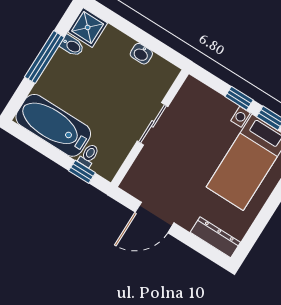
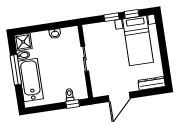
bathtub: (53, 125) -> (31, 80), moved, turned 90

